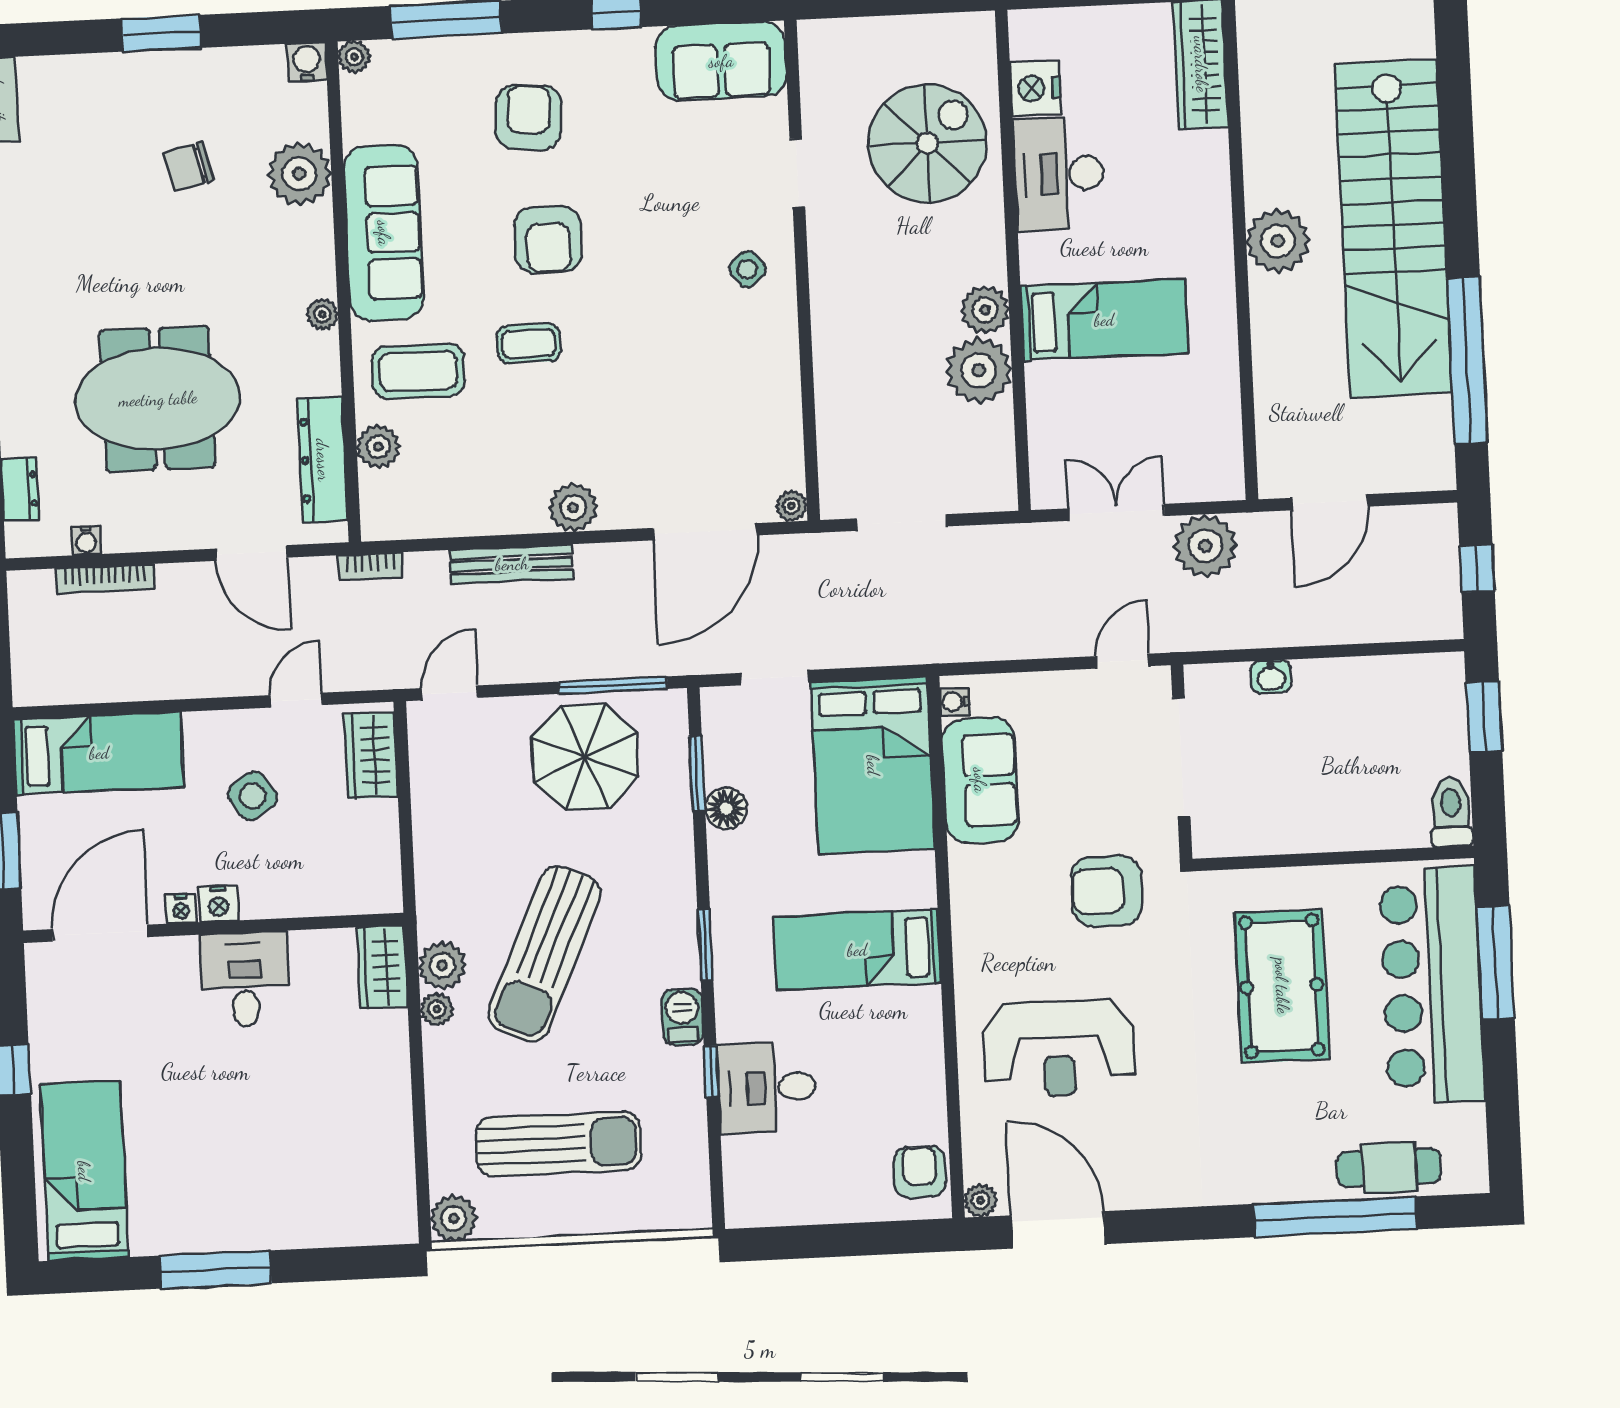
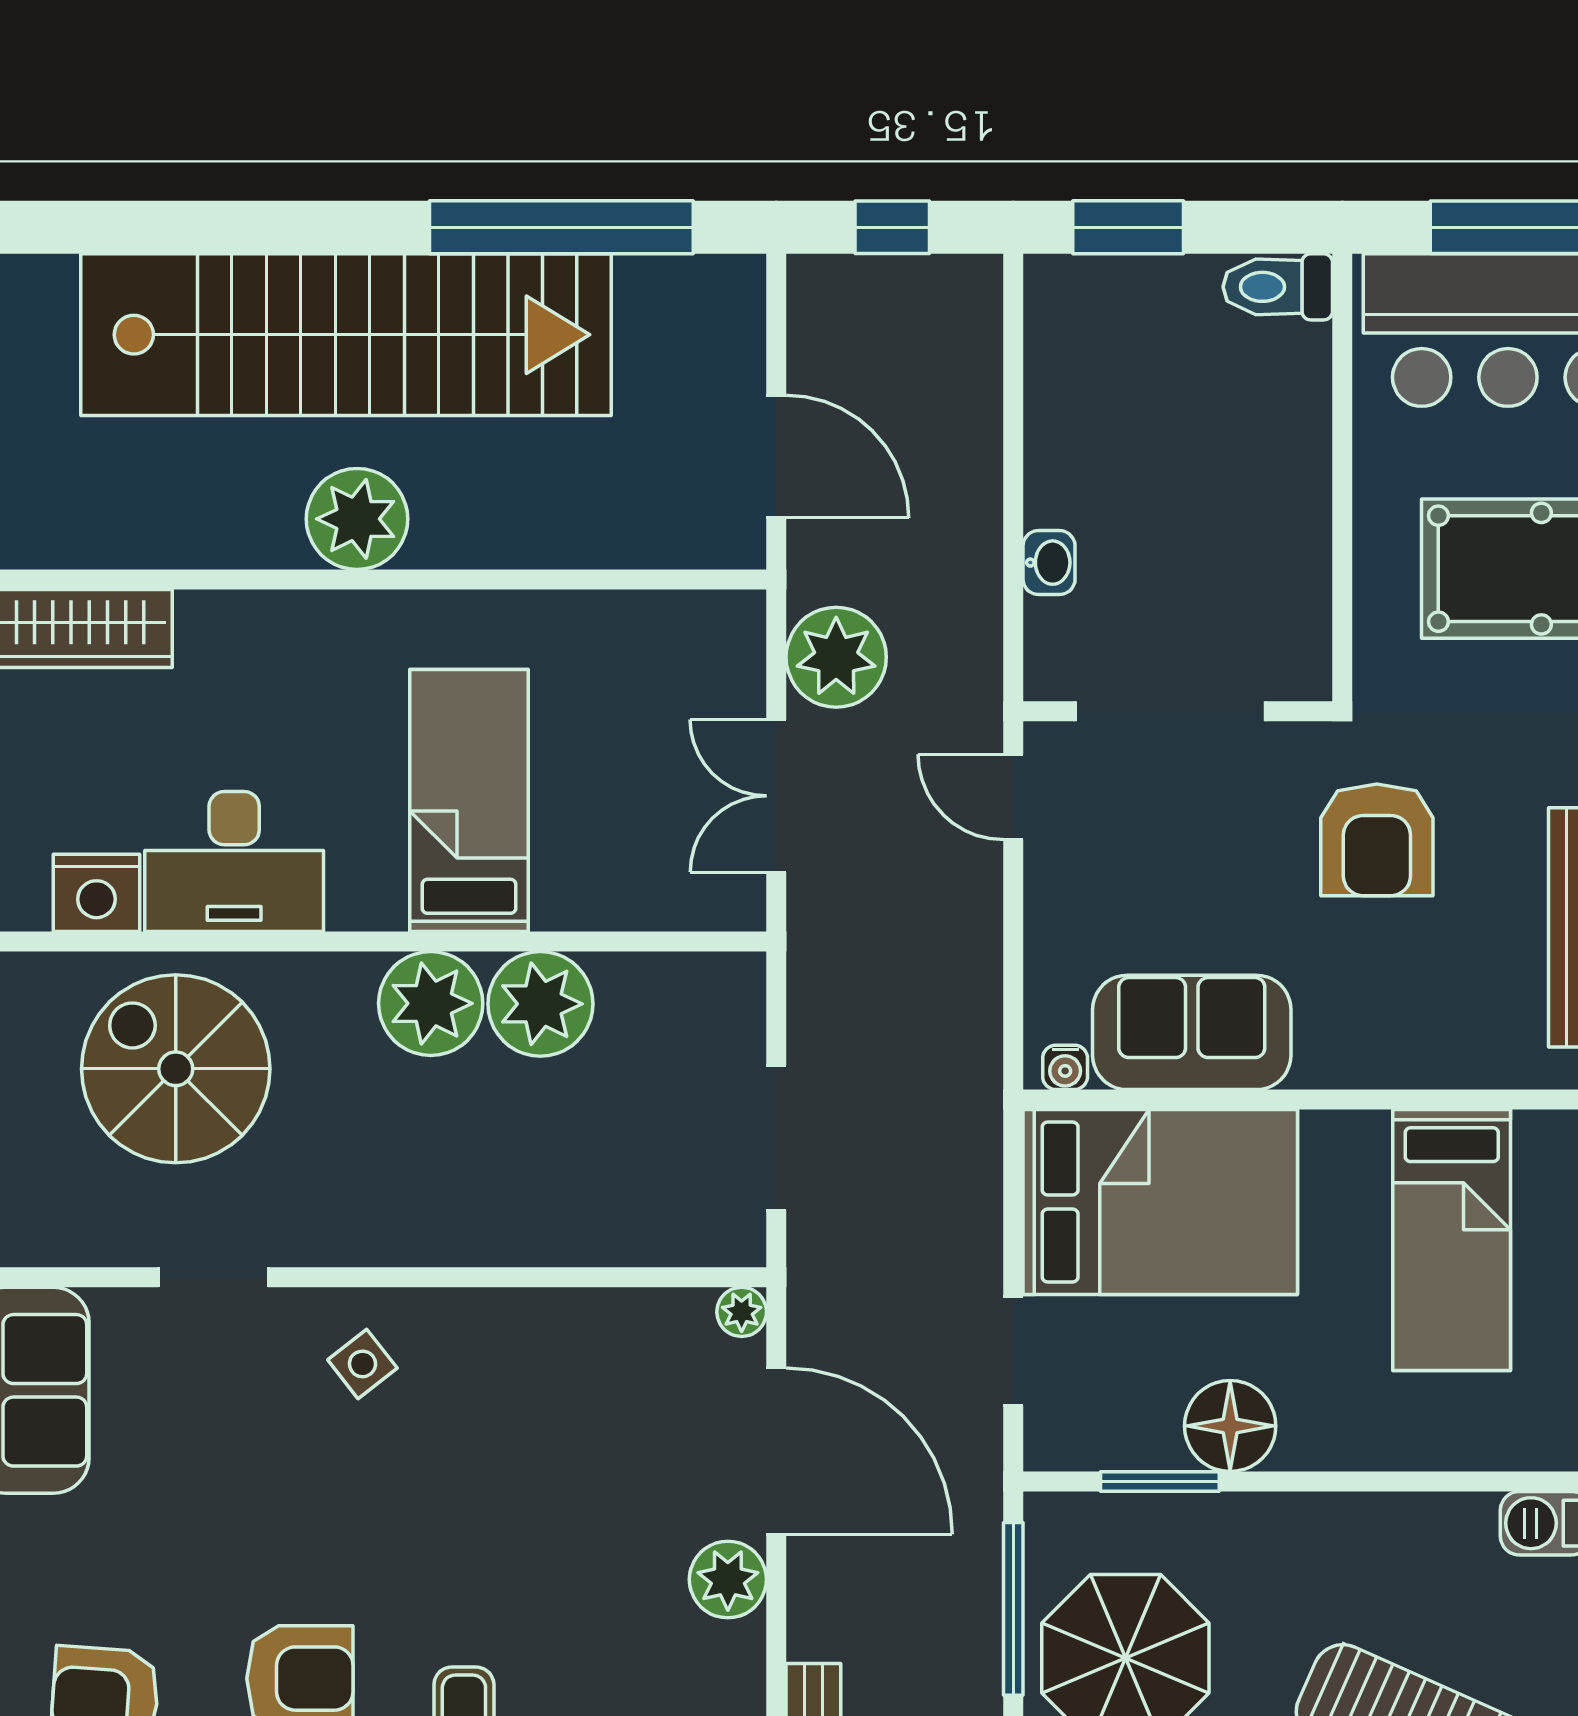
plant: (985, 310) -> (431, 1003), width x1.36, depth x1.36
plant: (573, 508) -> (728, 1580), moved
floor lamp: (726, 809) -> (1230, 1426), width x1.38, depth x1.38
window: (705, 945) -> (1433, 1481), removed

